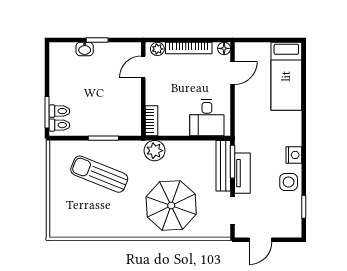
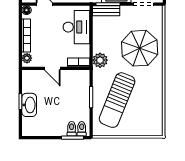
washbasin: (85, 49) -> (29, 105), width x1.91, depth x1.45
door: (143, 67) -> (52, 68), moved
desk: (207, 118) -> (76, 27), width x1.37
bench: (223, 166) -> (106, 11), width x0.73
sun lounger: (99, 174) -> (117, 100), width x1.36, depth x1.34

